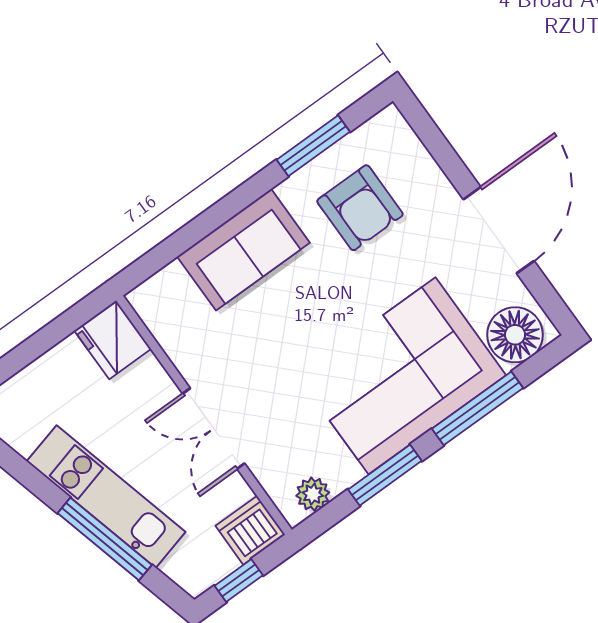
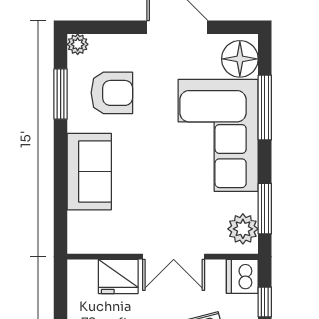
plant: (389, 123) -> (78, 44), added
fridge: (113, 340) -> (118, 276), moved
window: (385, 475) -> (265, 209), moved
plant: (313, 494) -> (243, 229), width x1.38, depth x1.38

